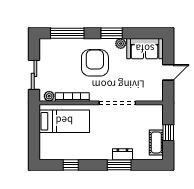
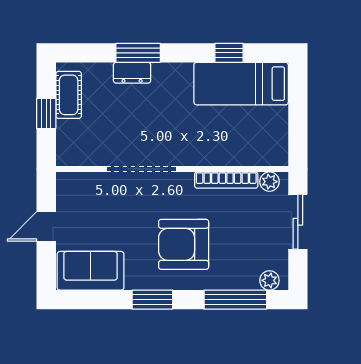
plant: (121, 44) -> (269, 280), moved
armchair: (95, 63) -> (184, 244), turned 90
bed: (64, 121) -> (241, 84), moved

